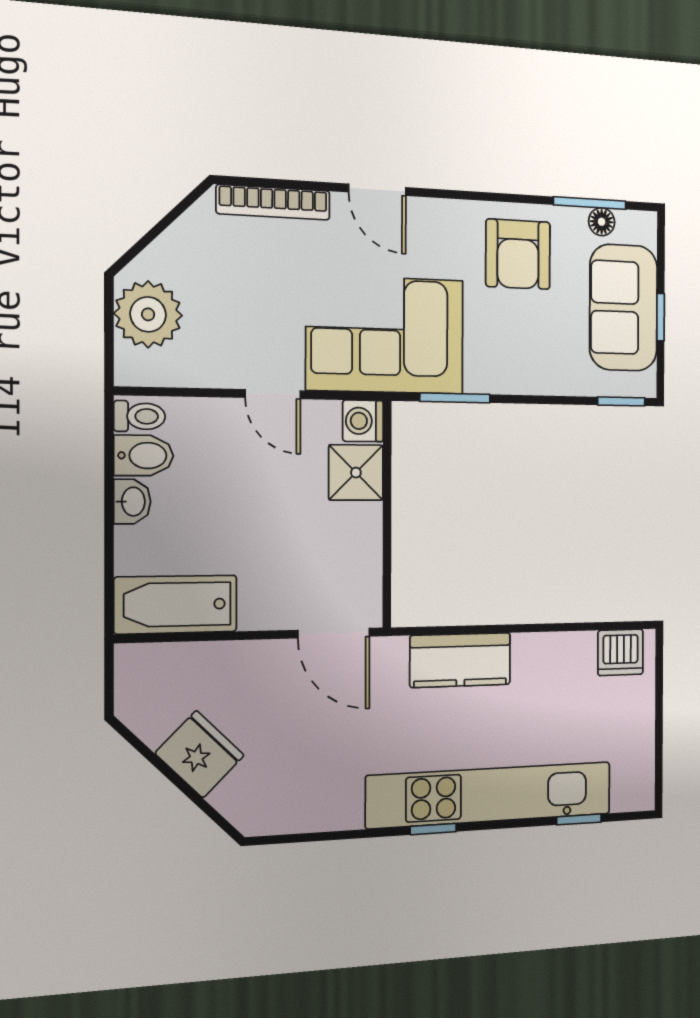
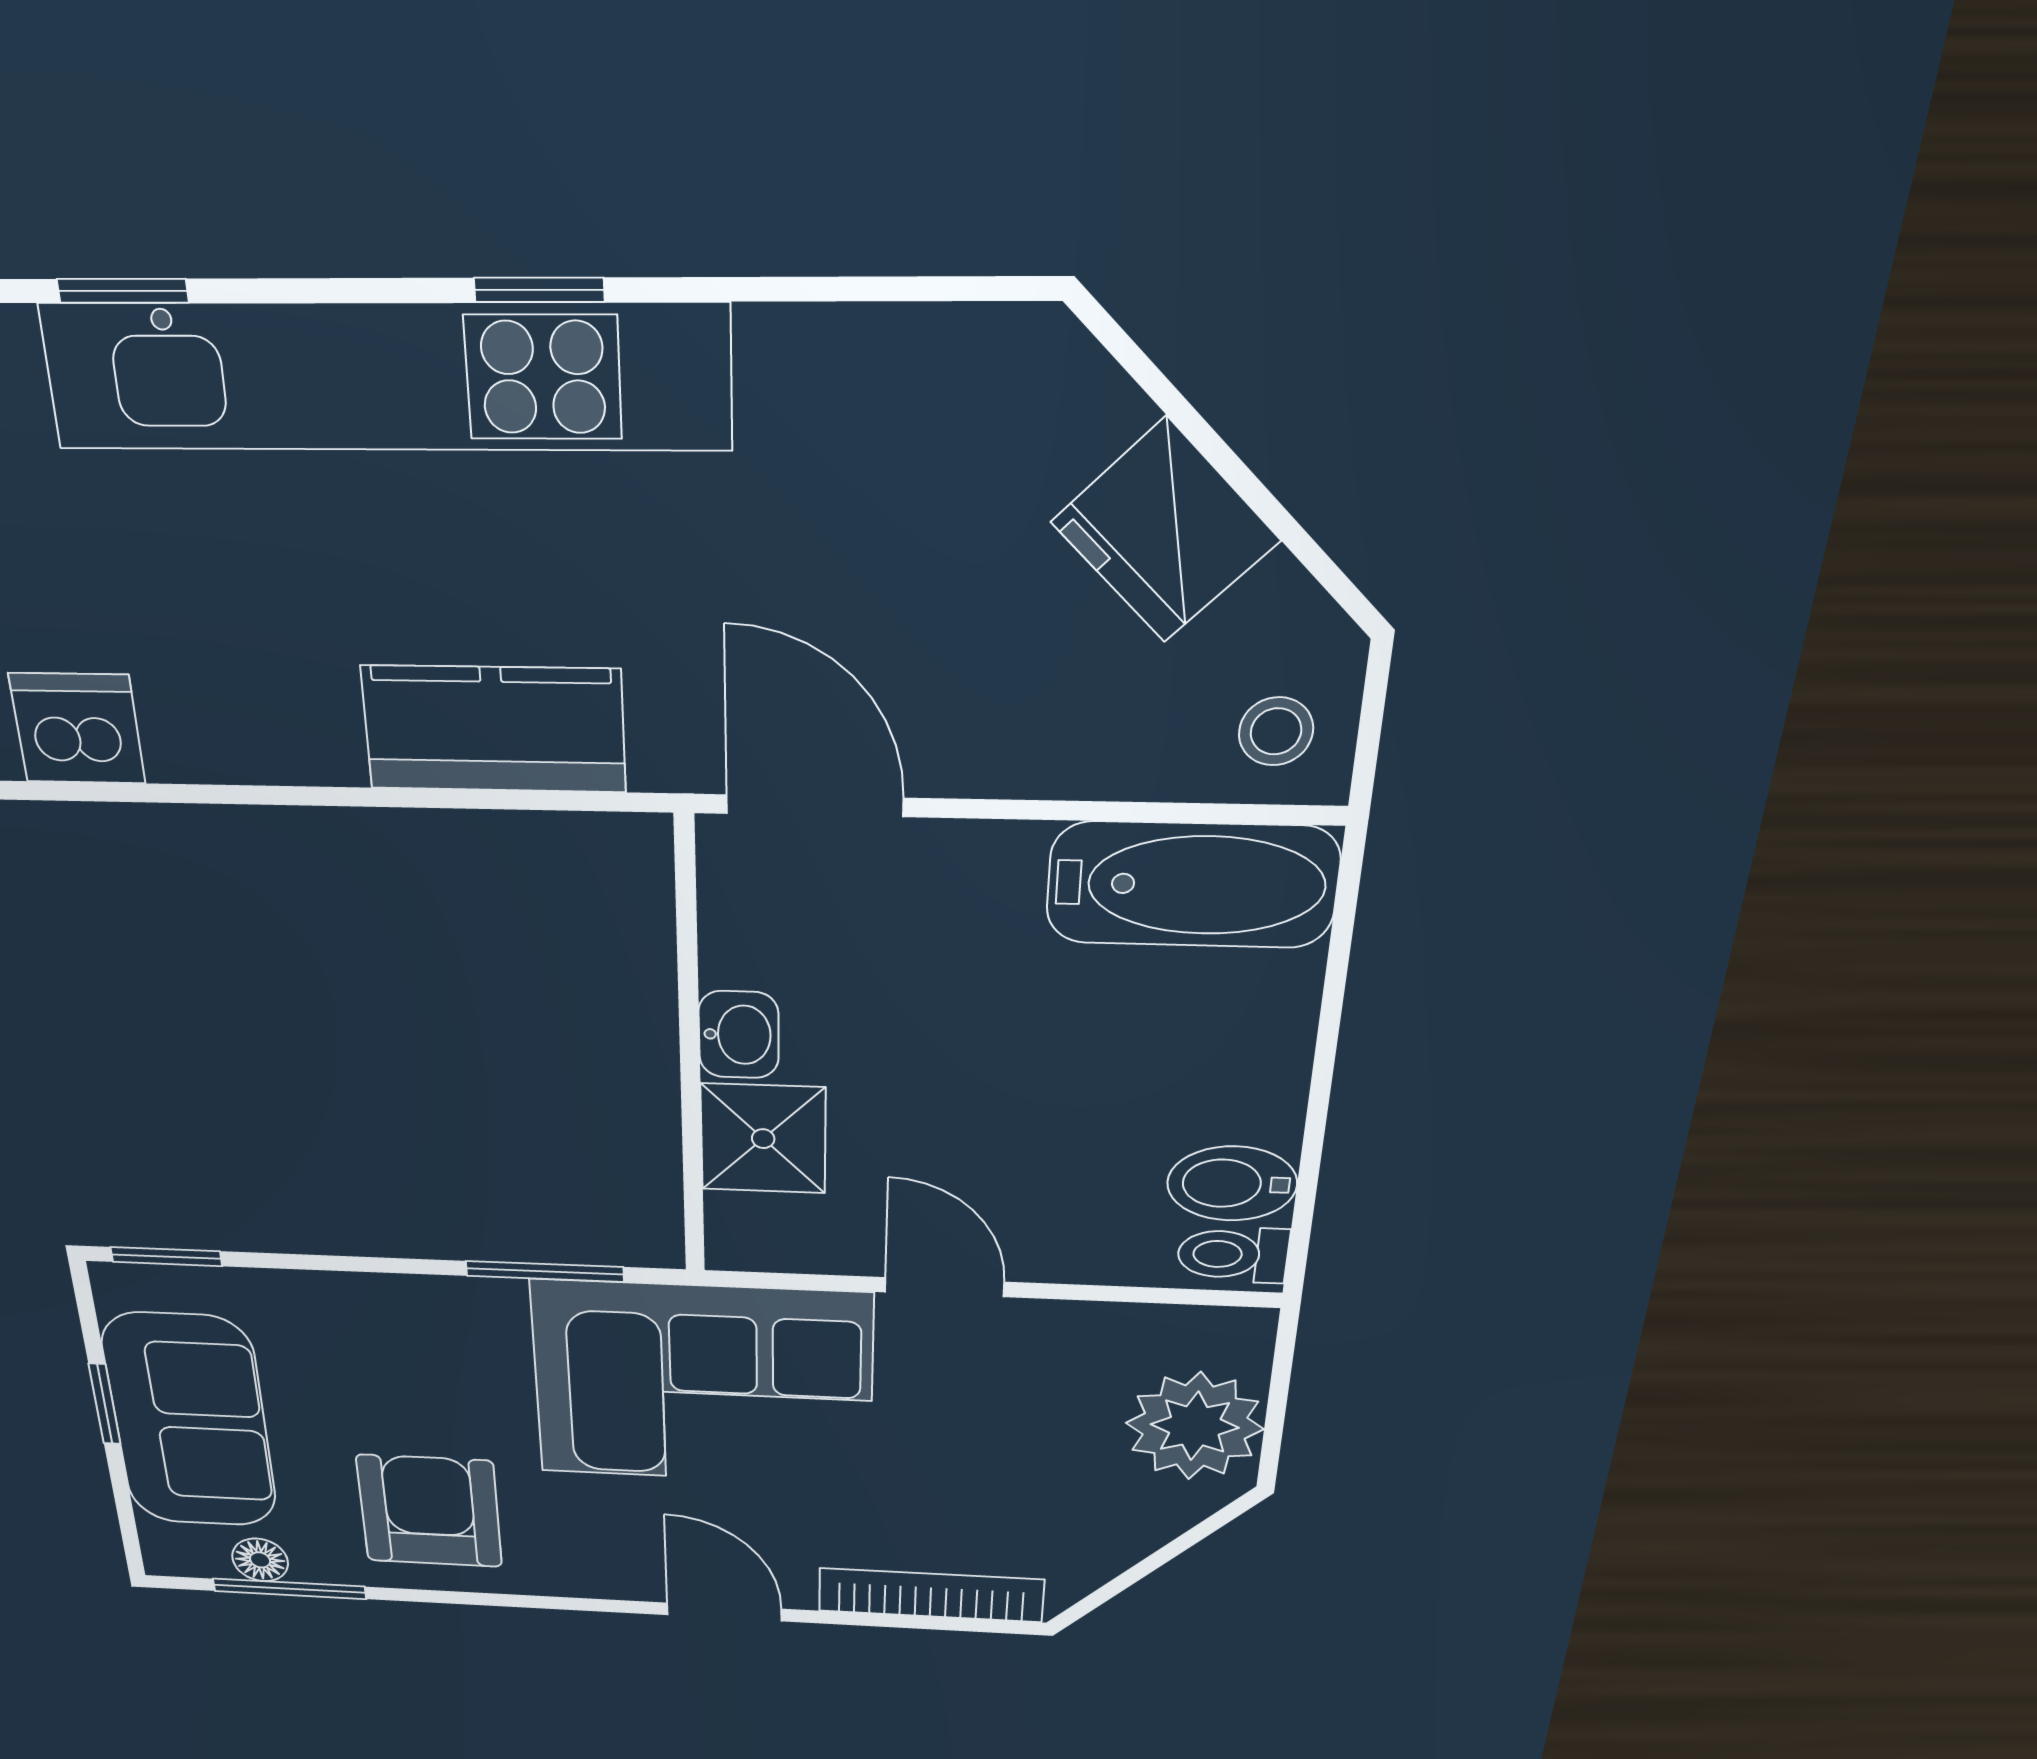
washing machine: (363, 421) -> (748, 1235), removed
washbasin: (132, 502) -> (739, 1035), moved, turned 180
stool: (148, 675) -> (1276, 731), added

